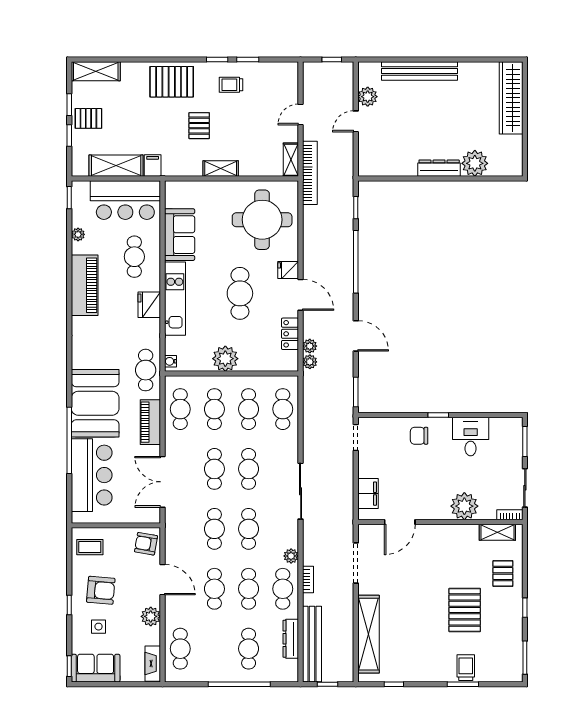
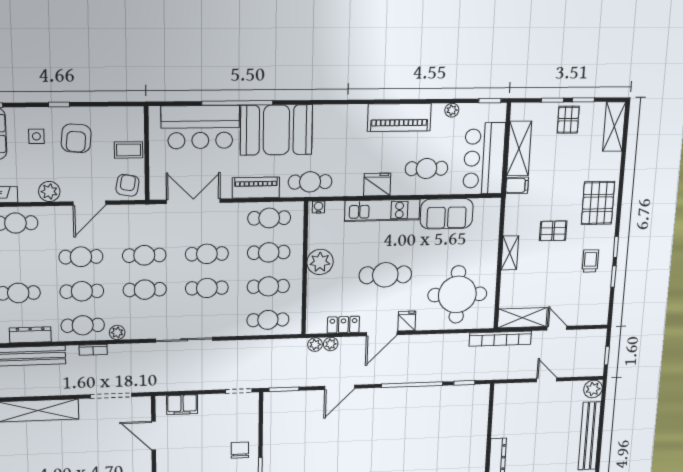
plant: (368, 97) -> (593, 389), moved
shelving: (291, 160) -> (522, 318), width x1.50, depth x1.33
coffee table: (90, 547) -> (129, 150), moved, turned 90

